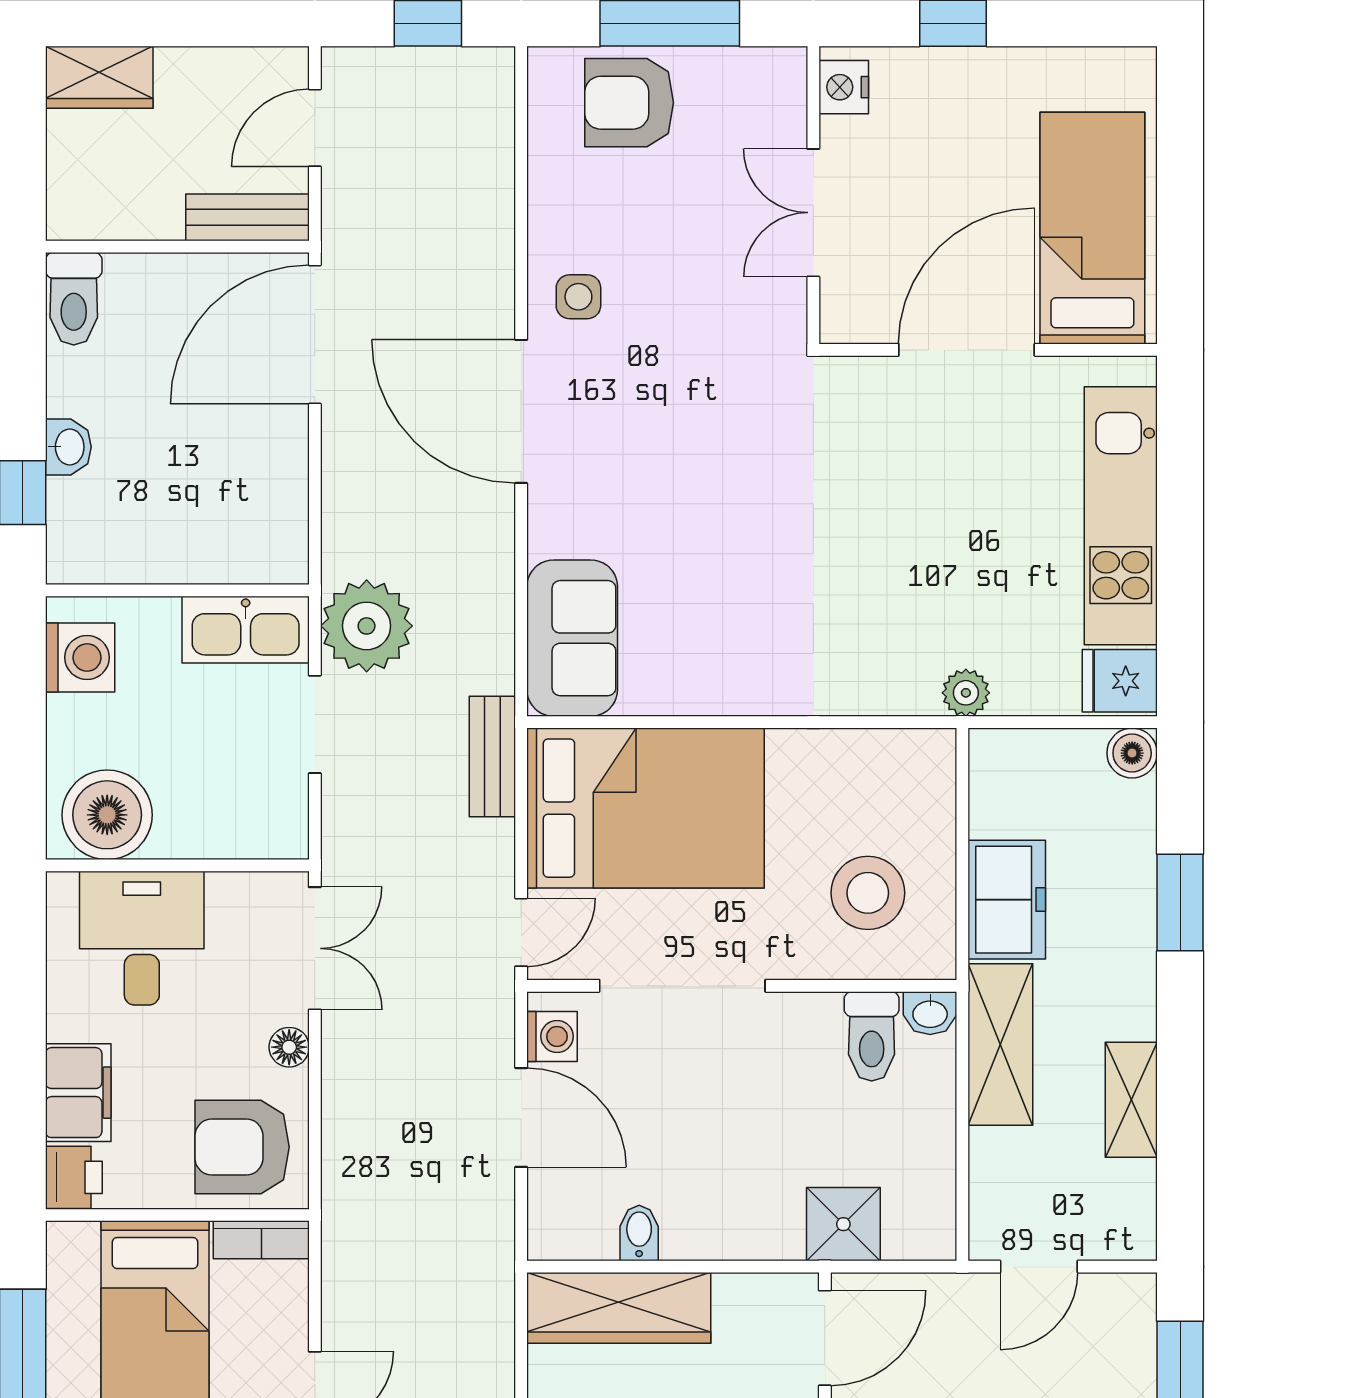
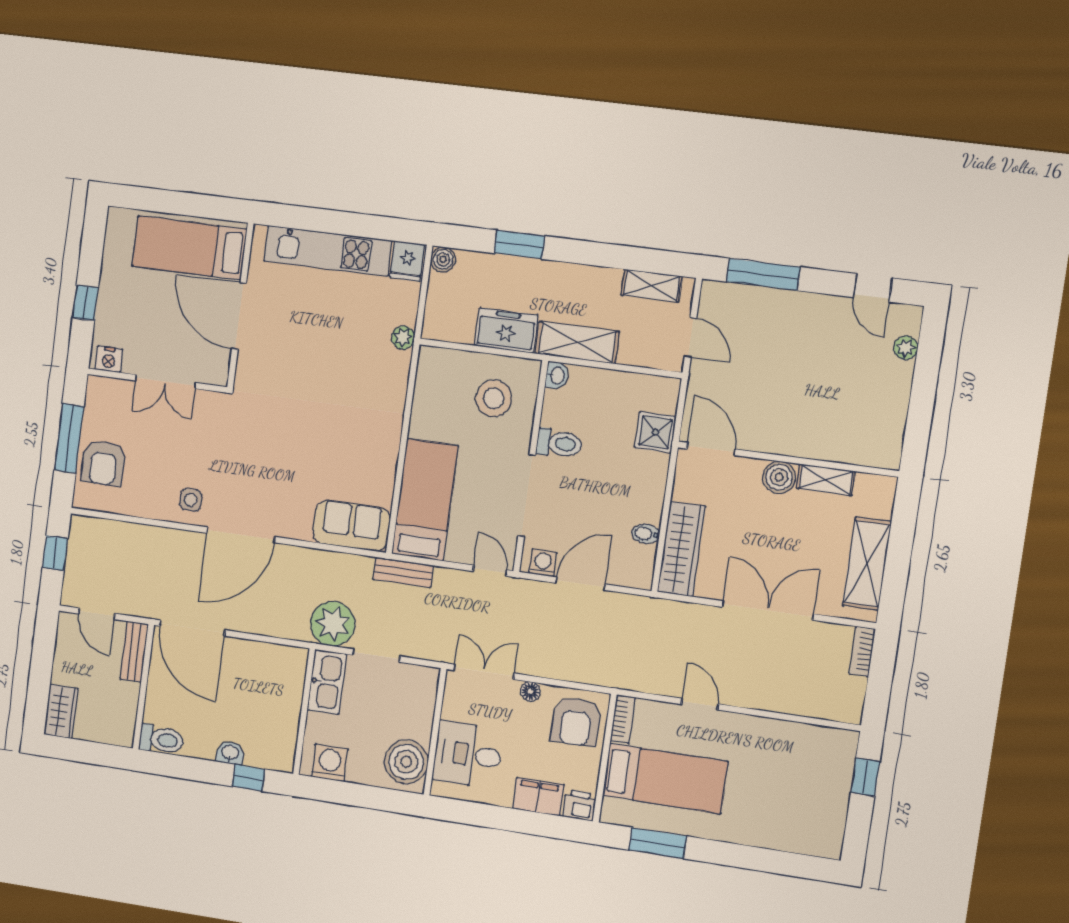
bed: (645, 808) -> (425, 500), width x0.67
toilet: (872, 1036) -> (559, 443), moved
shelving: (1131, 1100) -> (652, 286), moved

